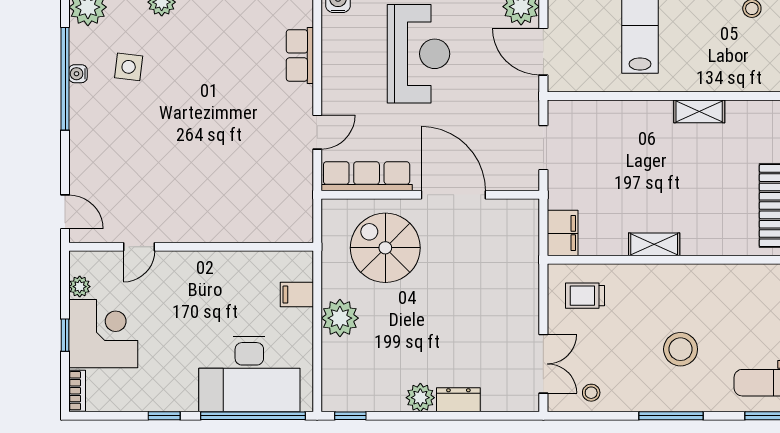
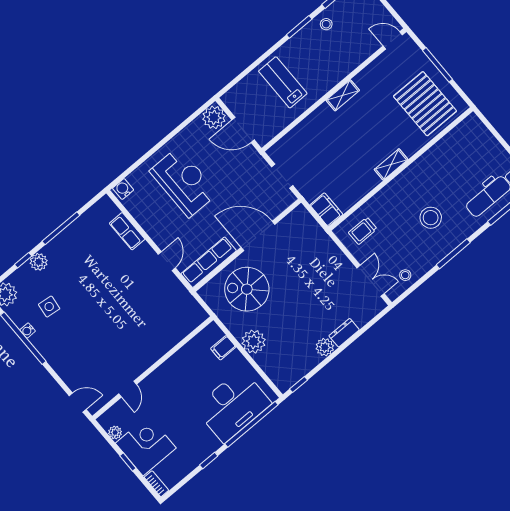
shelving: (654, 244) -> (391, 164), moved

